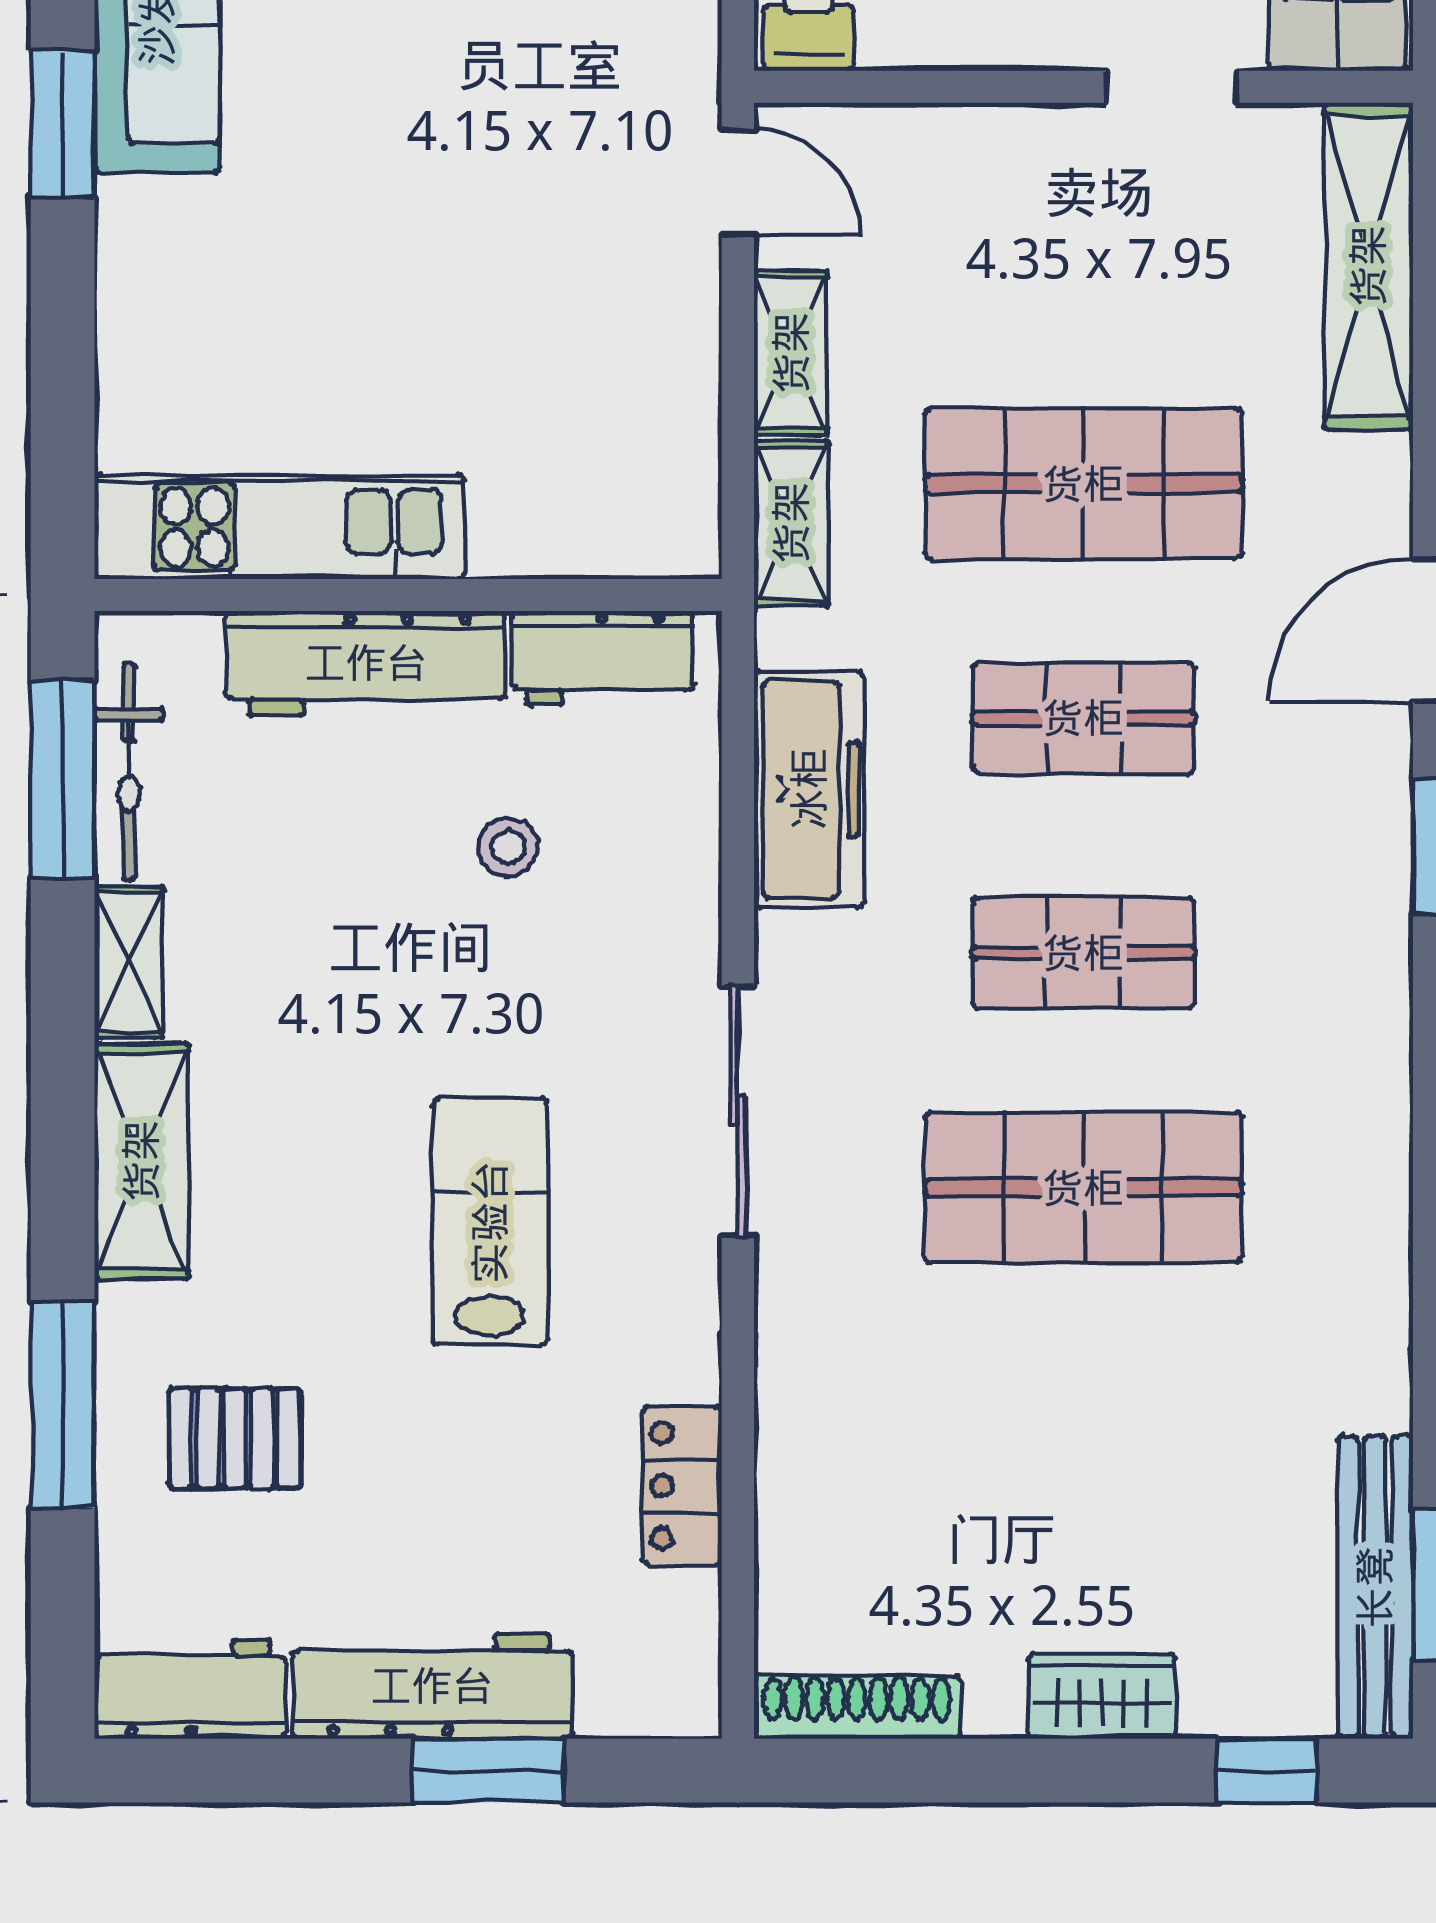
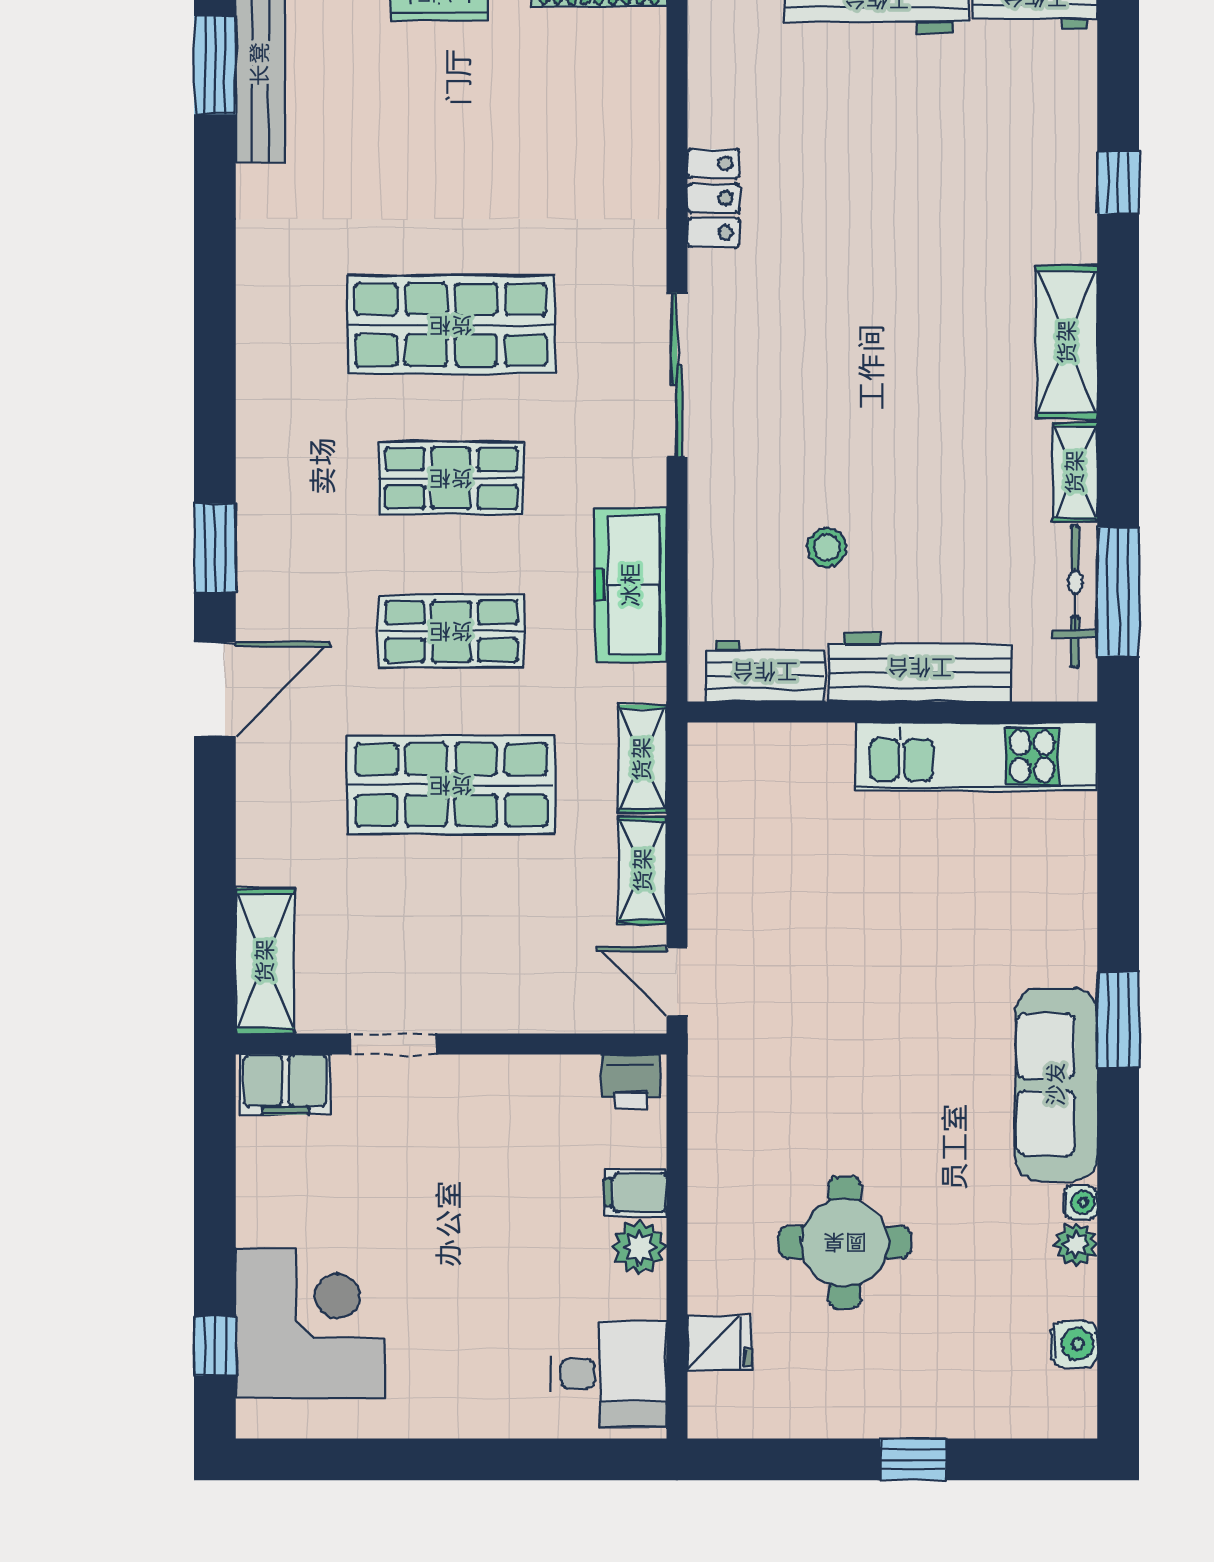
shelving: (1368, 266) -> (265, 961), width x0.68
lab bench: (490, 1222) -> (839, 302), removed
window: (63, 1405) -> (1118, 183), width x0.46
pallet: (235, 1439) -> (1006, 161), removed
locker: (682, 1486) -> (713, 198), moved

